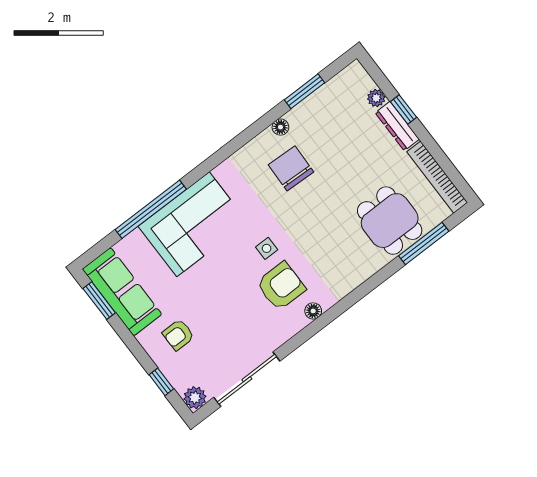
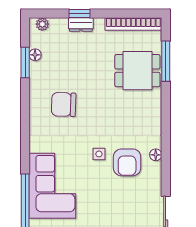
plant: (376, 98) -> (42, 24), moved
dresser: (397, 126) -> (81, 24), width x0.70
floor lamp: (280, 127) -> (35, 55), moved
armchair: (281, 286) -> (127, 162), turned 180

